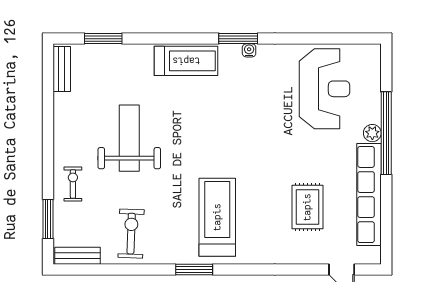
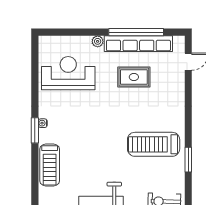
treadmill: (186, 61) -> (50, 165), turned 180
window: (386, 133) -> (136, 32), moved
rug: (307, 207) -> (134, 77), moved

